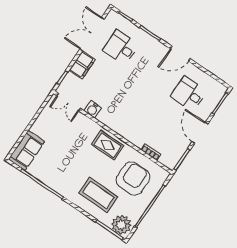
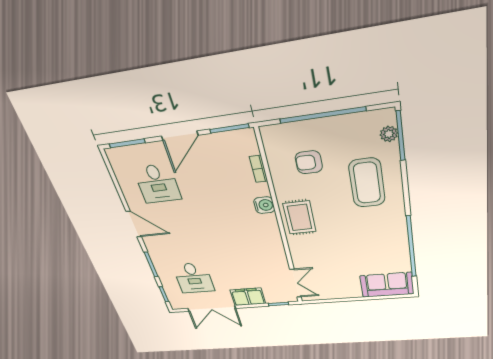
water cooler: (93, 109) -> (264, 205), moved
armchair: (133, 179) -> (309, 162), width x0.53, depth x0.53
plant: (121, 225) -> (389, 134), width x0.53, depth x0.53

